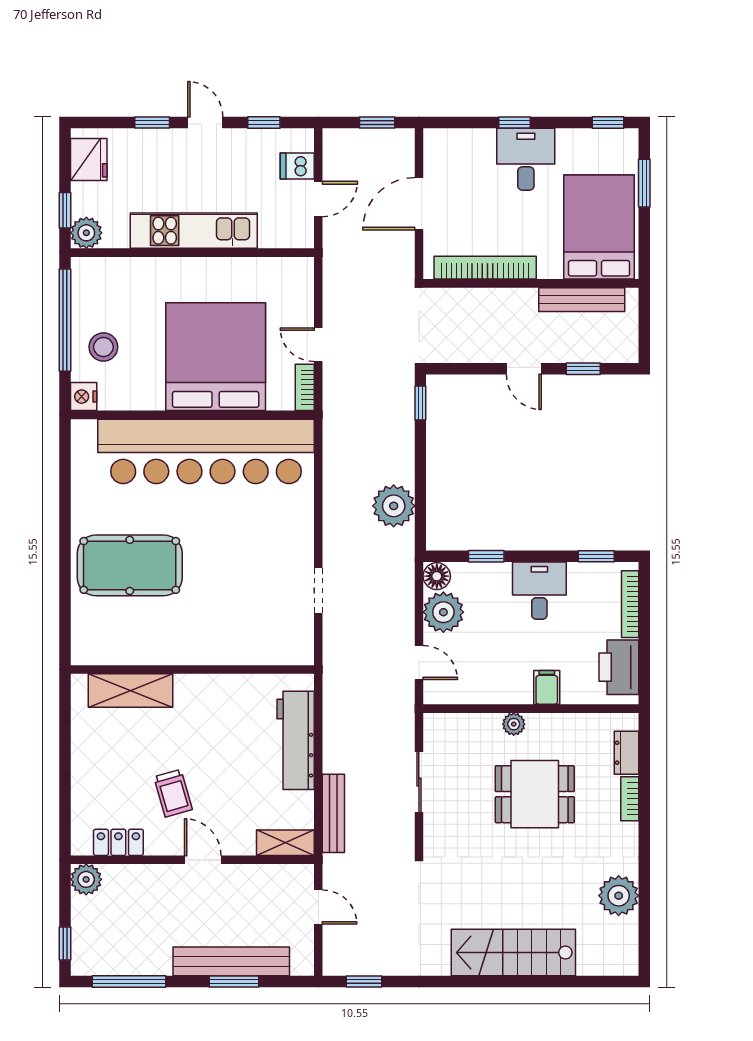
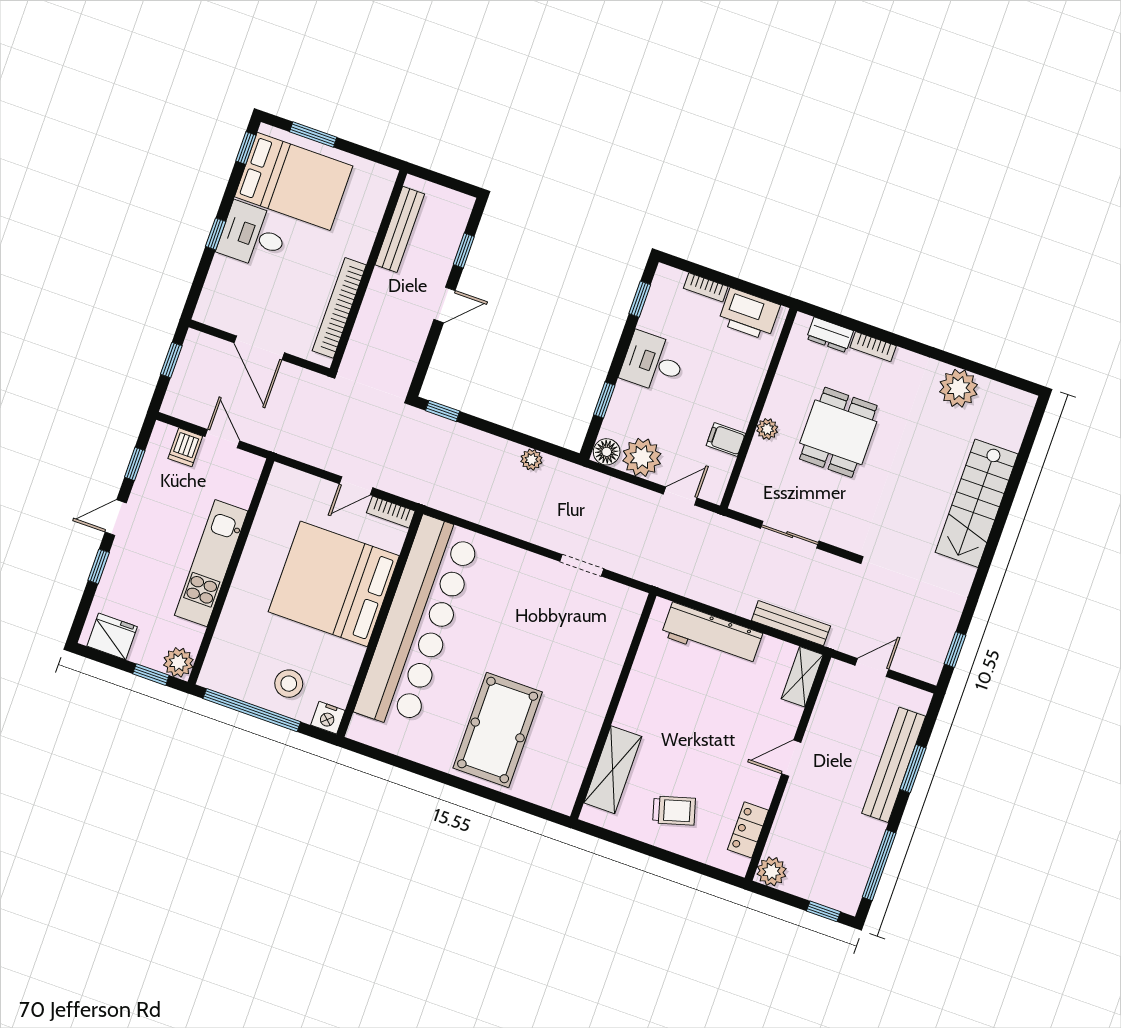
bed: (599, 227) -> (294, 181), moved, turned 180
plant: (394, 506) -> (531, 460), width x0.53, depth x0.53
bookcase: (630, 604) -> (706, 287), width x0.64
filing cabinet: (547, 687) -> (726, 439), moved
trolley: (173, 793) -> (674, 811), moved

